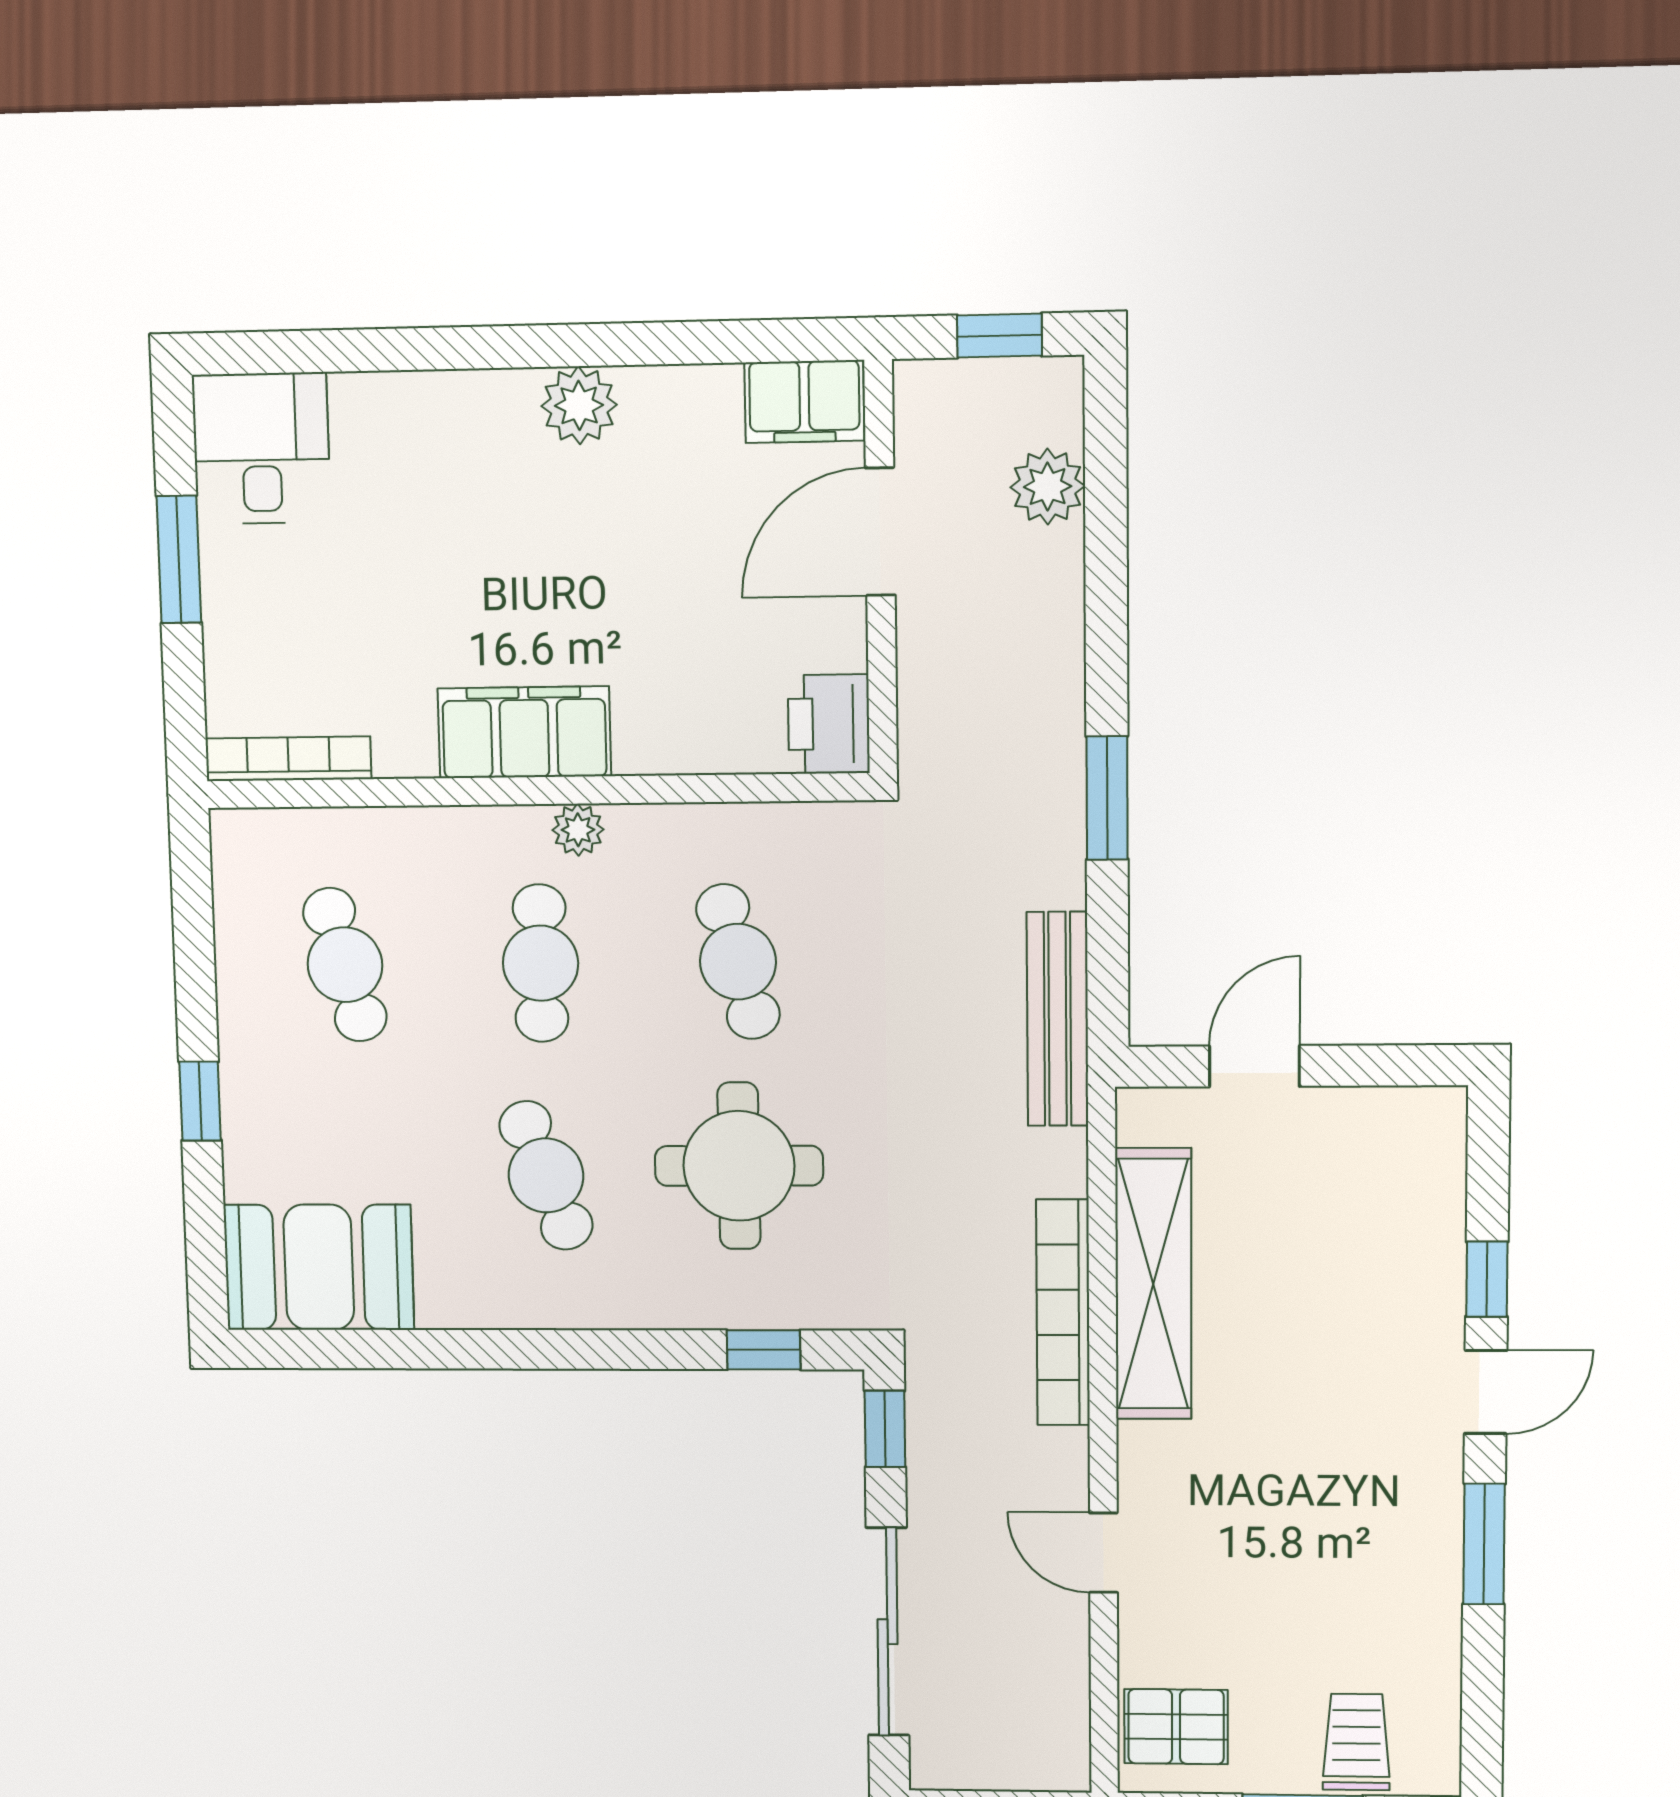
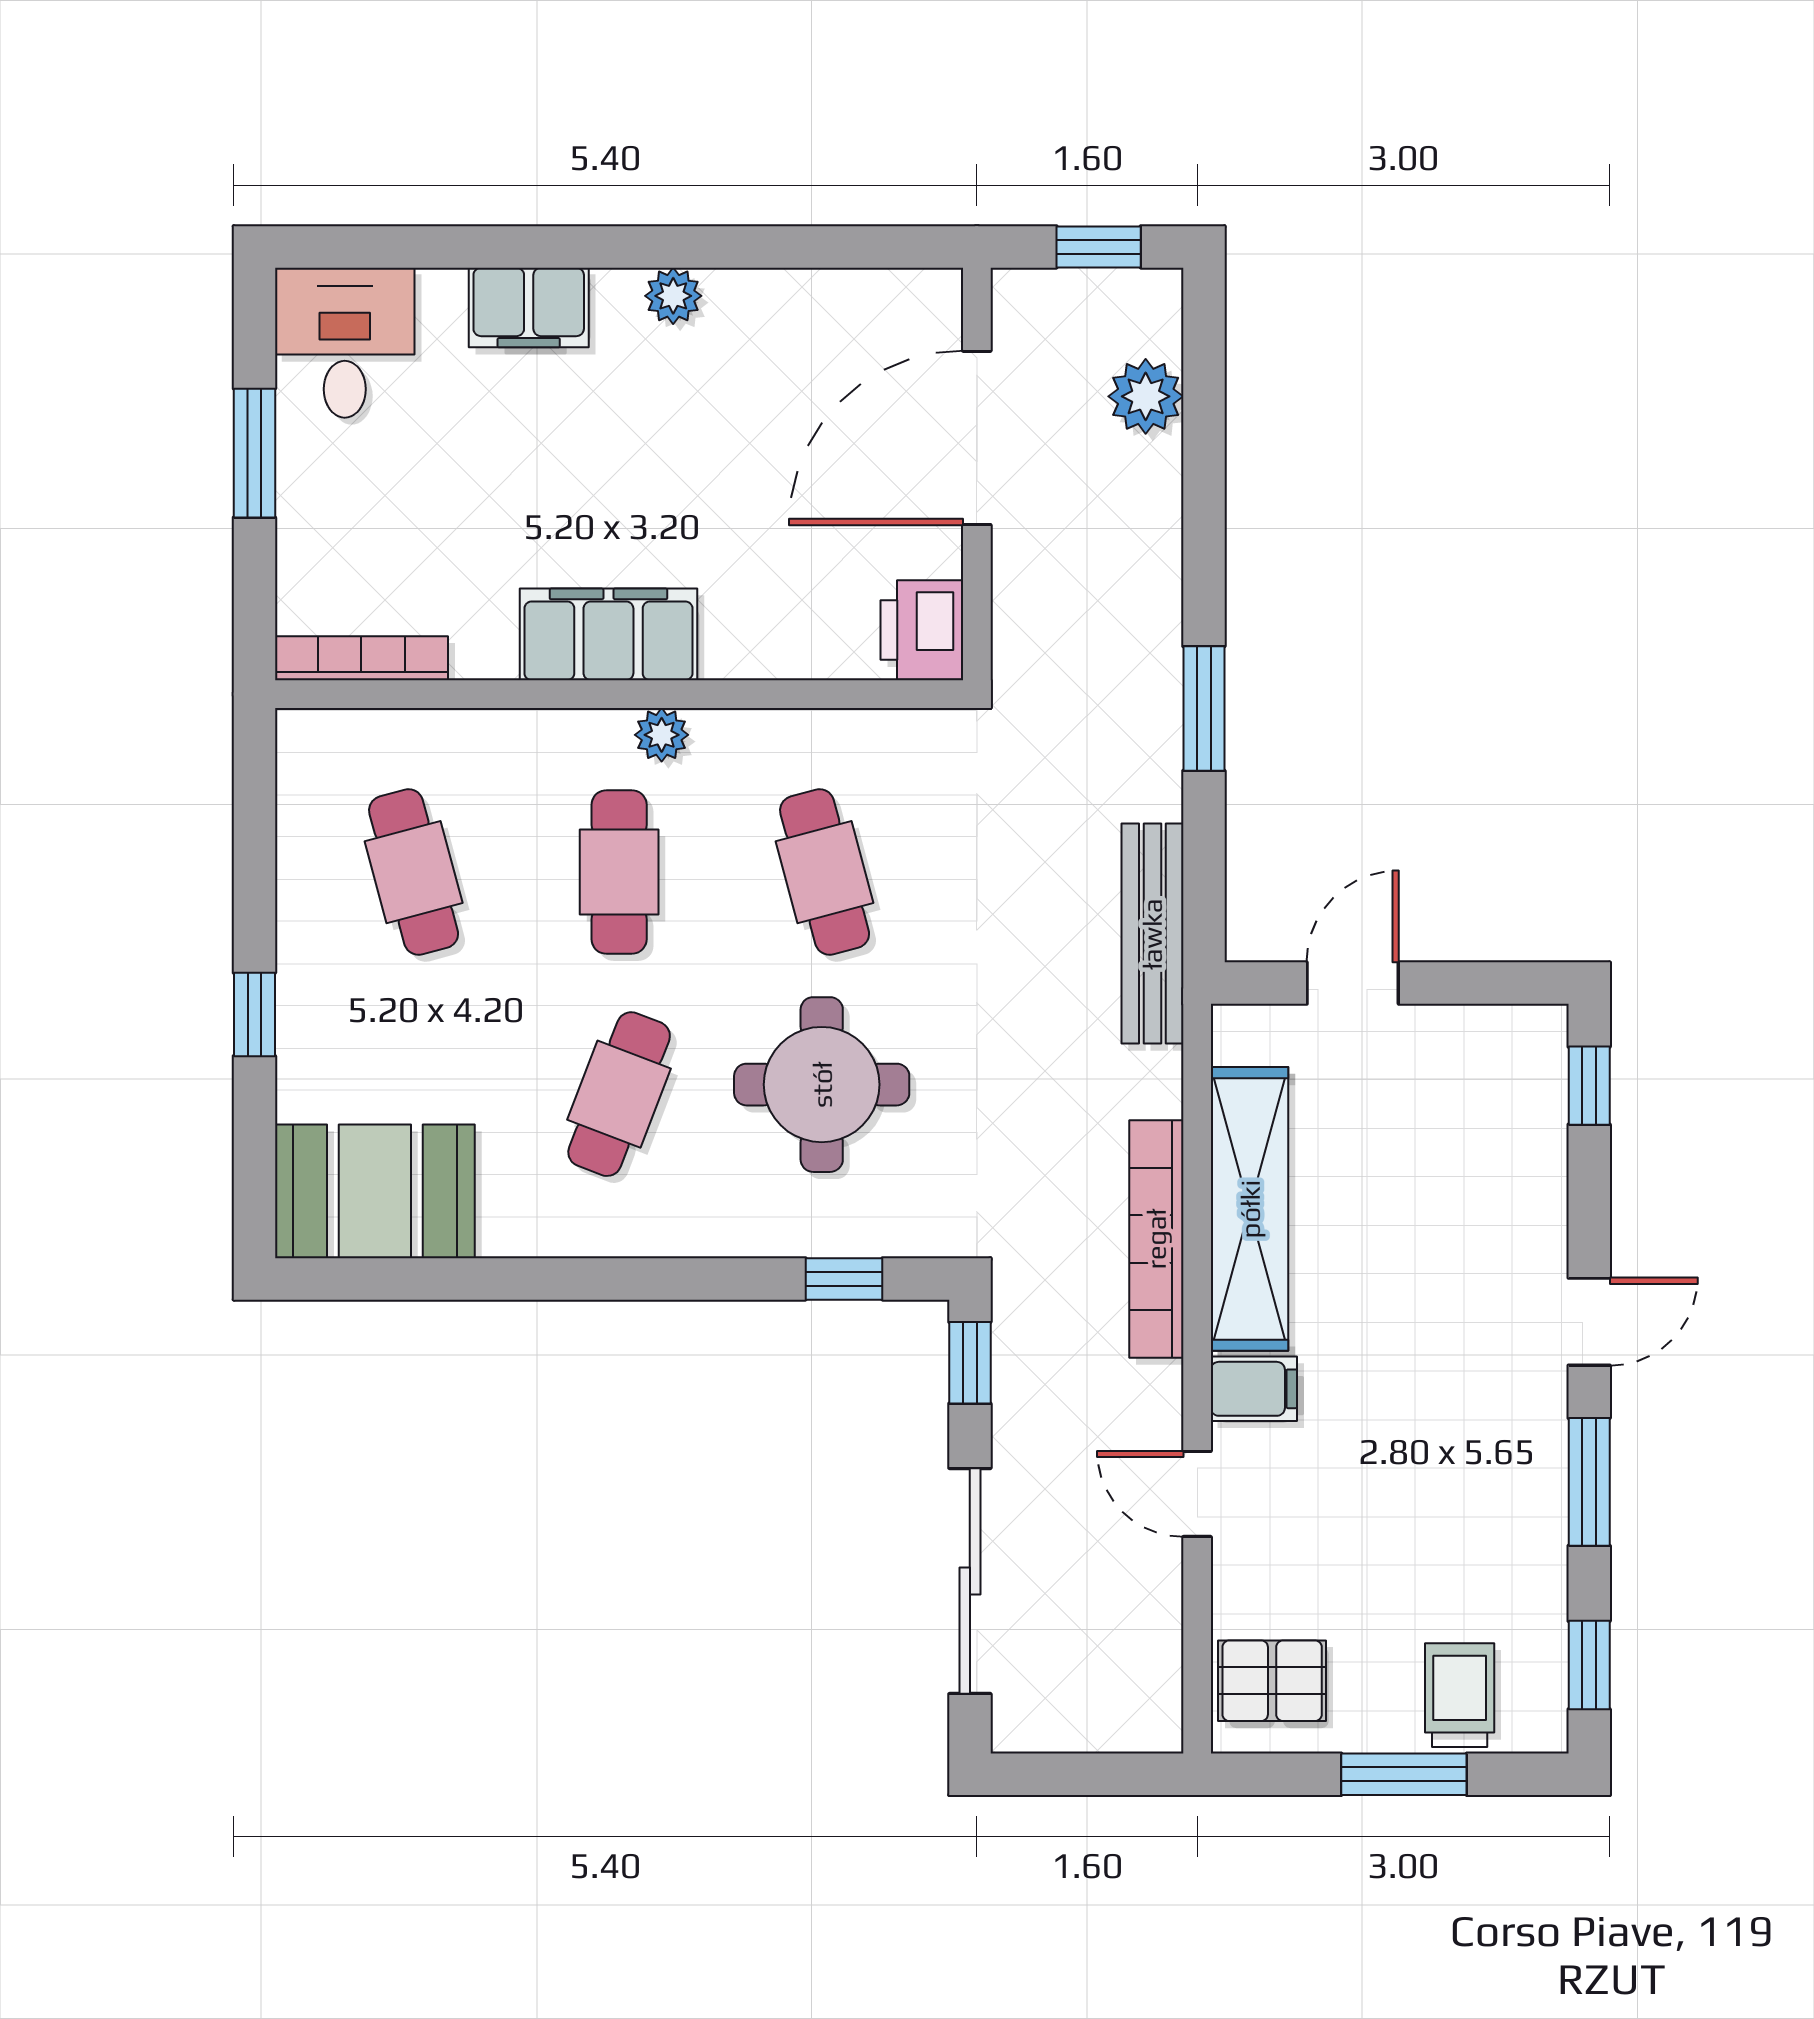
filing cabinet: (804, 402) -> (529, 307), moved
plant: (579, 405) -> (673, 296), width x0.73, depth x0.73
door: (880, 532) -> (977, 438), width x1.36
cafe table: (546, 1175) -> (619, 1094), turned 42
window: (1487, 1279) -> (1589, 1086), moved
filing cabinet: (1158, 1454) -> (1254, 1389), added
window: (1482, 1715) -> (1589, 1665), added

